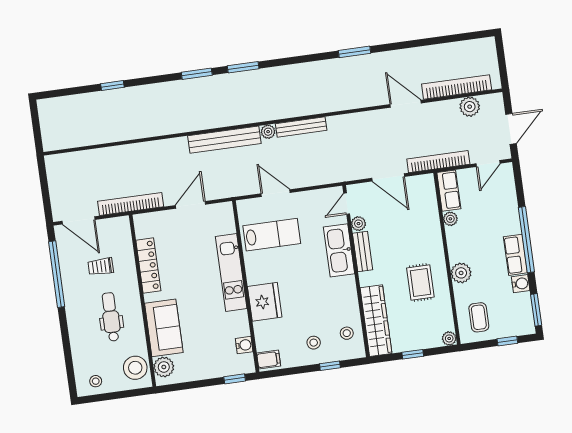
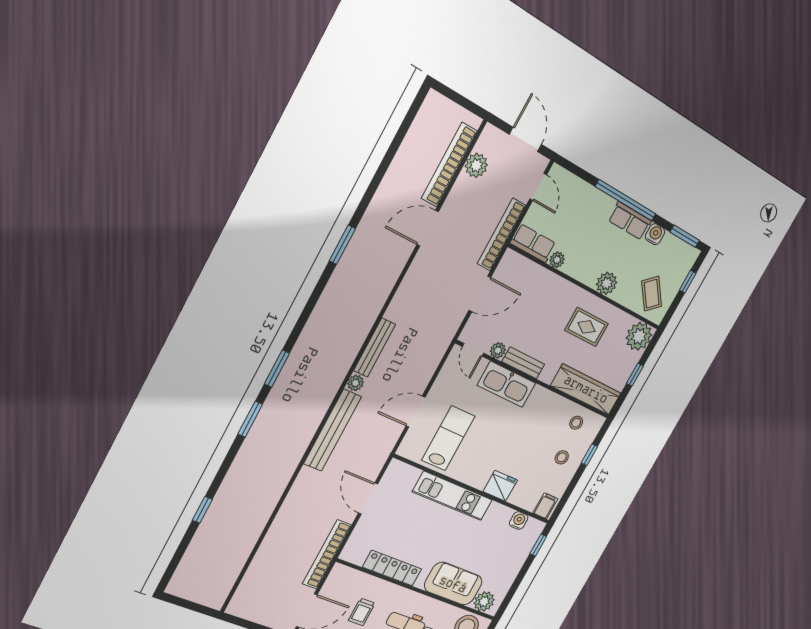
fridge: (265, 302) -> (500, 486), width x0.73, depth x0.75
coffee table: (479, 317) -> (652, 294), turned 50
plant: (449, 338) -> (639, 336), width x1.88, depth x1.88

